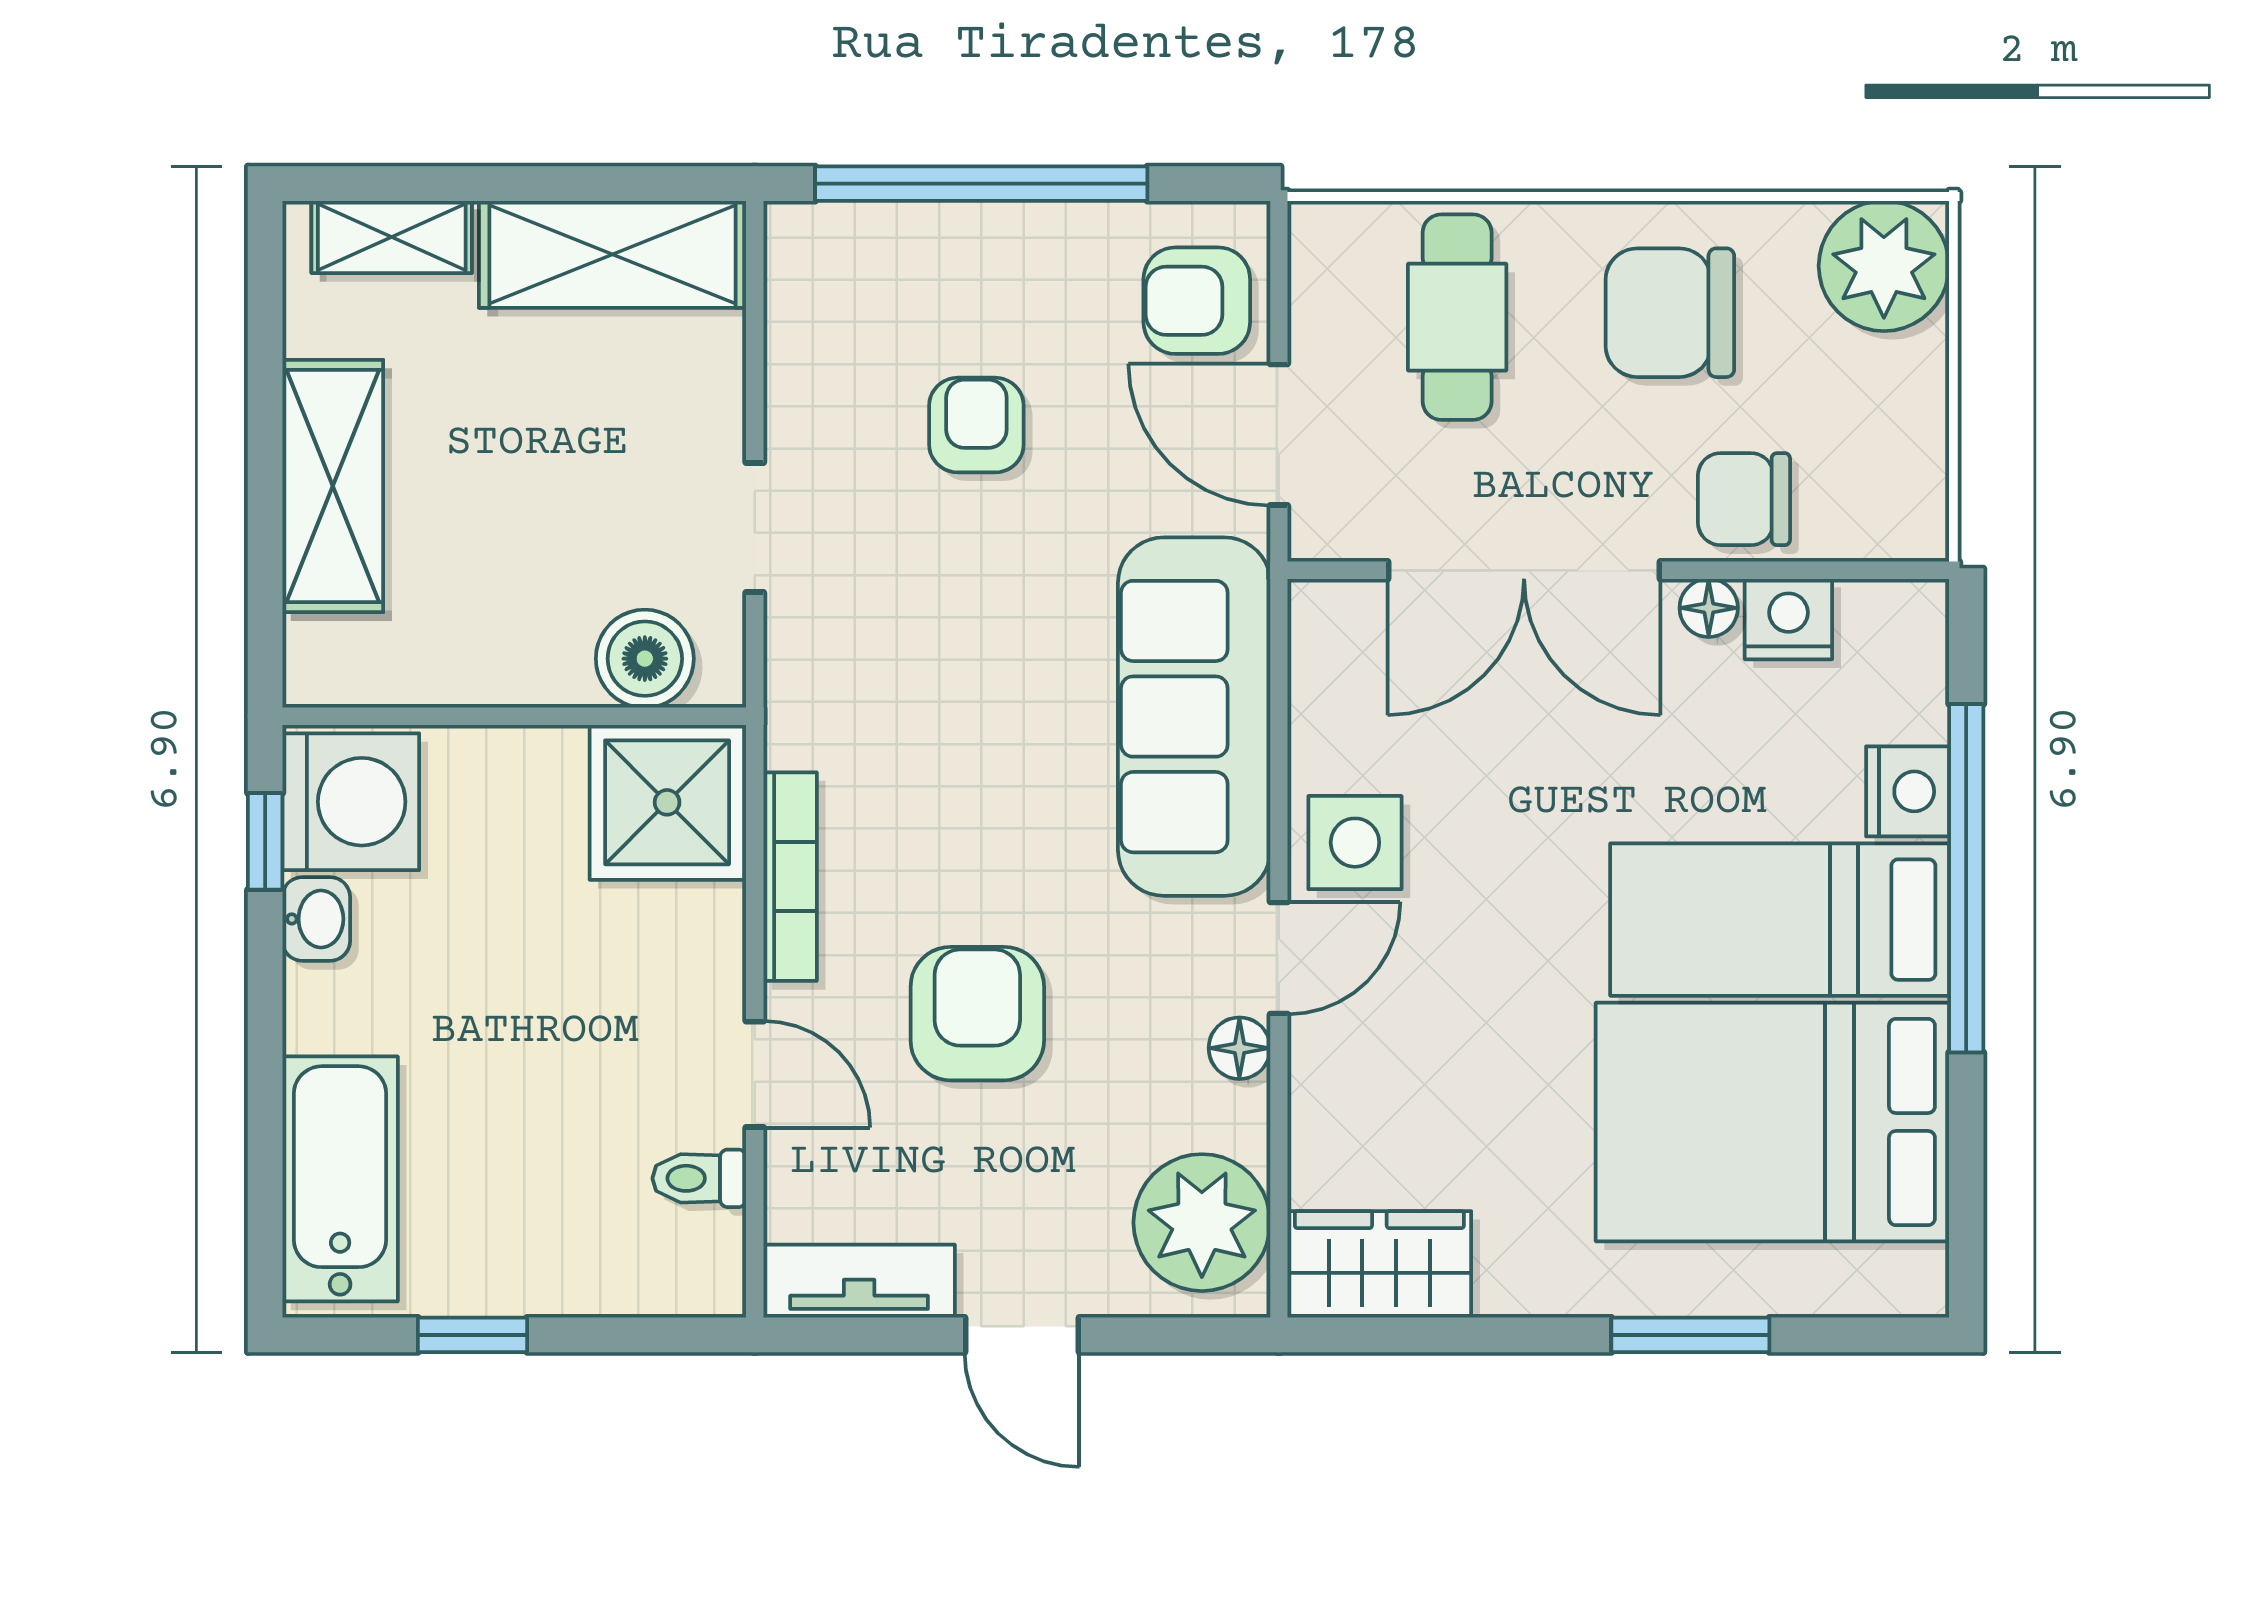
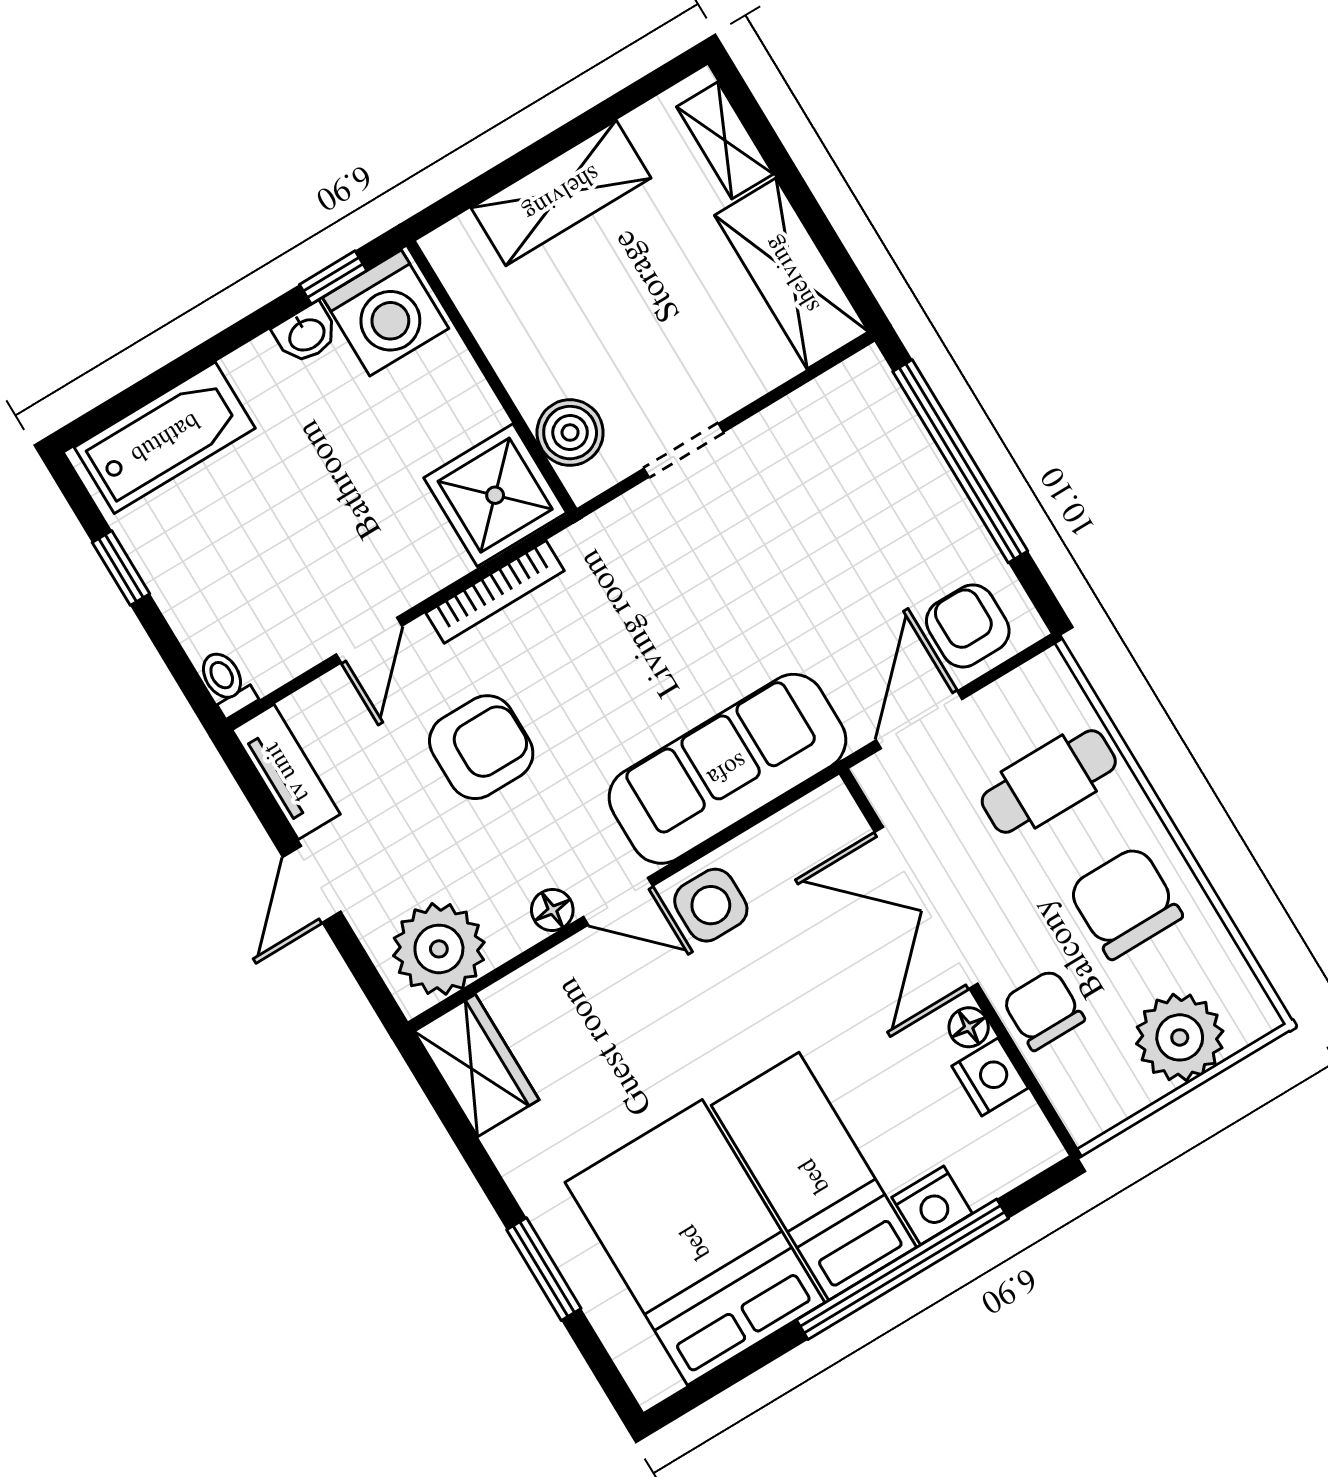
plant: (1884, 266) -> (1180, 1037), moved
armchair: (976, 425) -> (820, 542), removed
toilet: (699, 1178) -> (226, 683), moved

